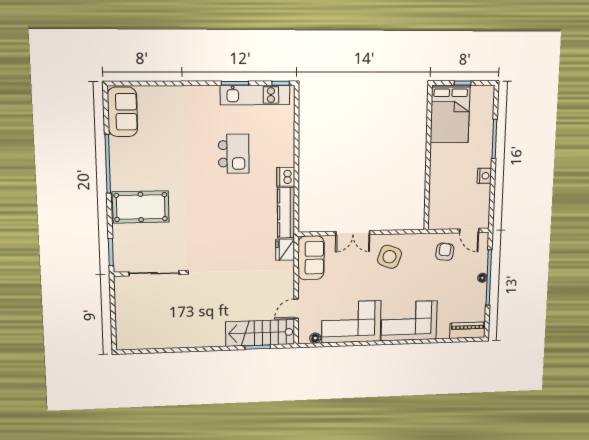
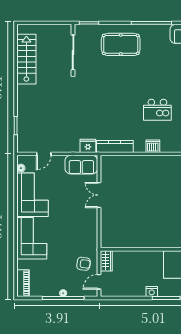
nightstand: (484, 176) -> (152, 292), moved
dishwasher: (286, 177) -> (153, 146), moved
pool table: (141, 207) -> (121, 44), turned 90
wardrobe: (442, 221) -> (106, 261), added
side table: (389, 257) -> (81, 222), removed
door: (296, 309) -> (44, 154), swing flipped
stairs: (260, 333) -> (26, 59), moved

